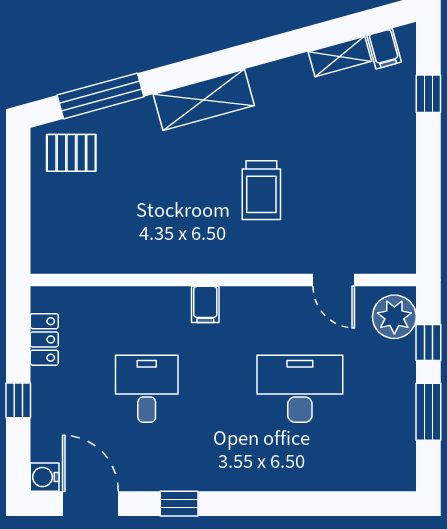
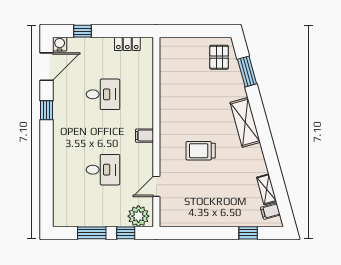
window: (100, 96) -> (247, 72), width x0.69
filing cabinet: (205, 304) -> (144, 136), moved
desk: (300, 389) -> (103, 170), width x0.73
window: (18, 400) -> (82, 31), moved

